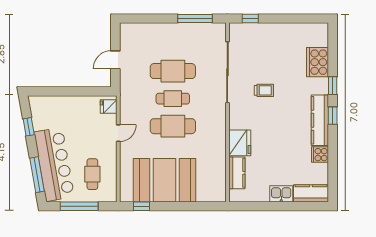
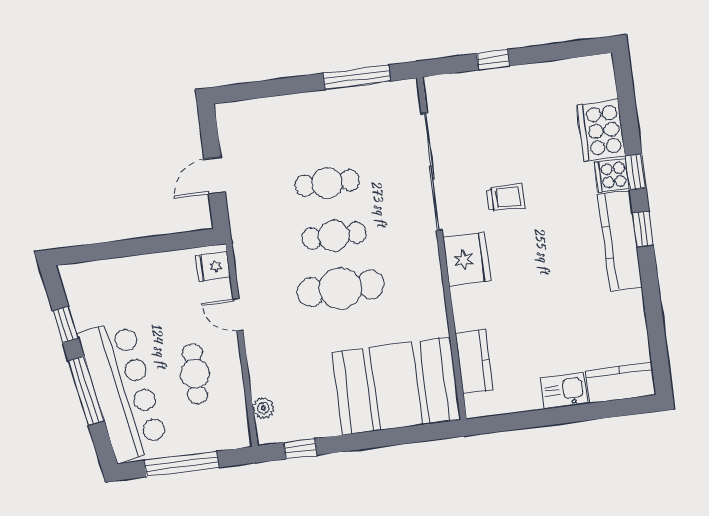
window: (250, 19) -> (493, 60), moved
cafe table: (173, 71) -> (327, 183), width x0.73, depth x0.74
door: (118, 133) -> (238, 315), swing flipped
fridge: (240, 143) -> (467, 259), moved
cooker: (320, 155) -> (612, 175), moved
cafe table: (92, 174) -> (195, 374), moved
window: (37, 175) -> (86, 391), moved
booth: (165, 180) -> (396, 386), moved
plant: (125, 183) -> (263, 408), added

